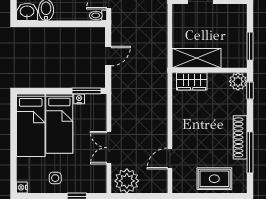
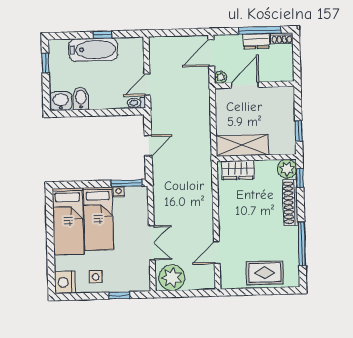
window: (250, 46) -> (299, 131), width x0.67
shoe rack: (240, 137) -> (290, 203), moved
double door: (109, 148) -> (152, 243), swing flipped
nightstand: (22, 187) -> (65, 282), width x1.89, depth x1.79

